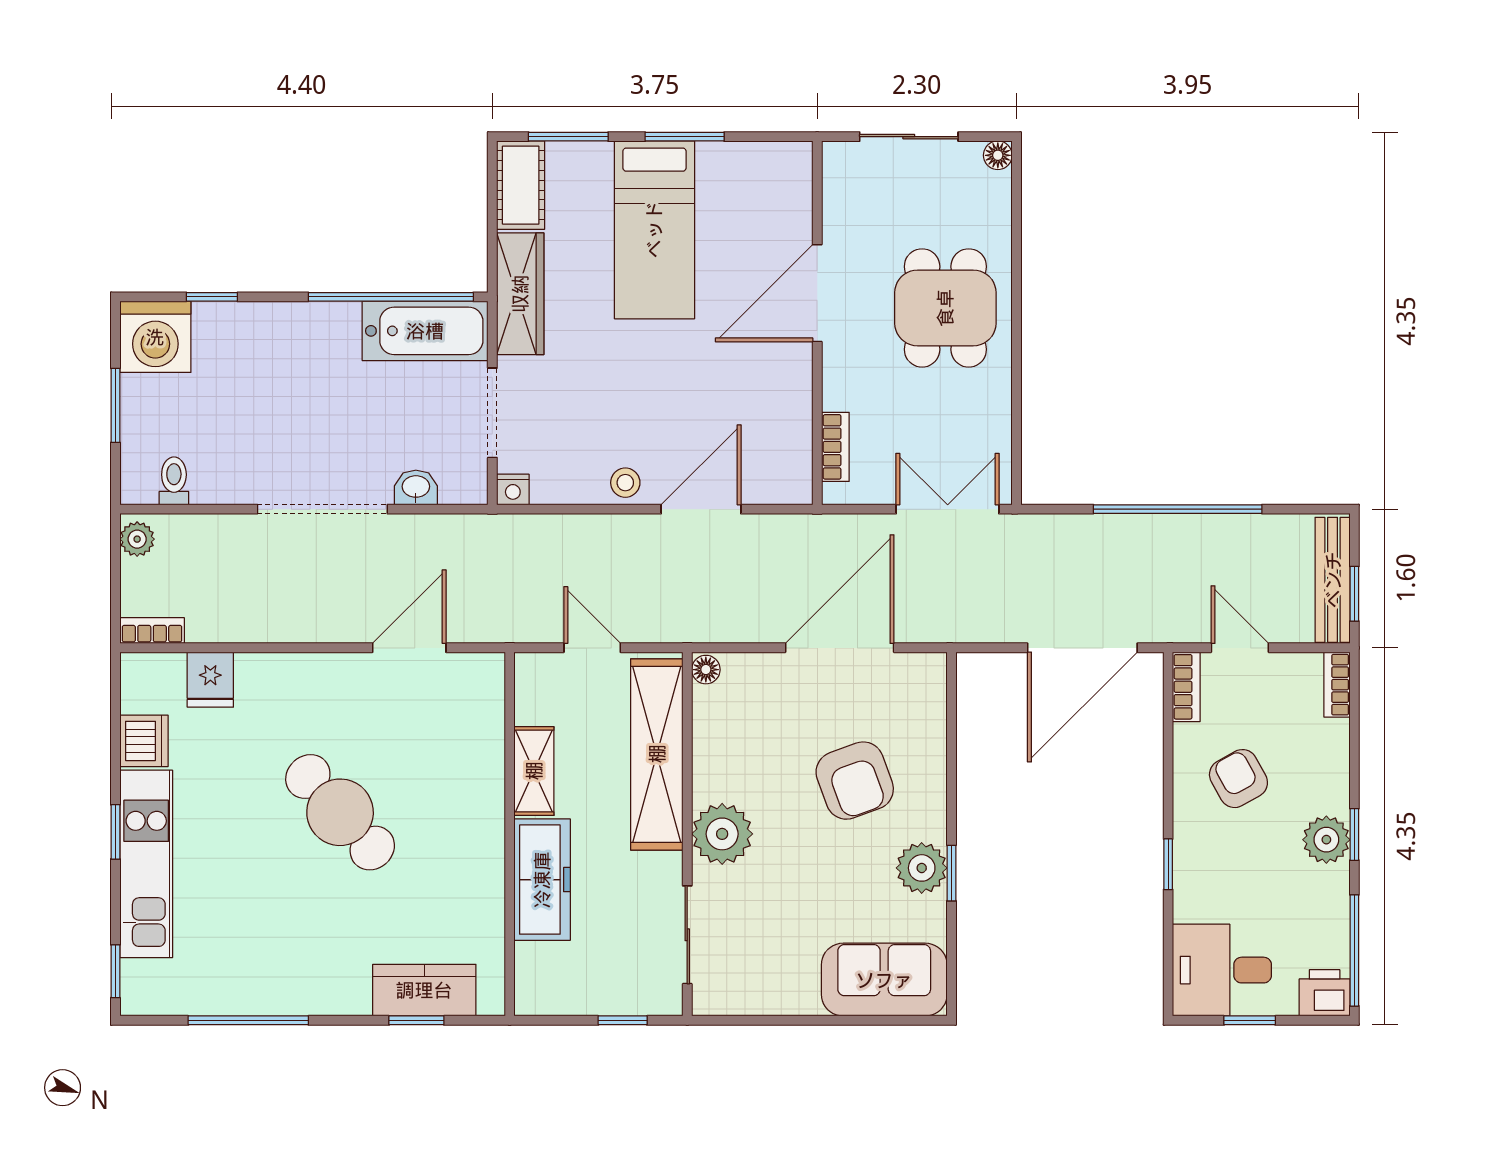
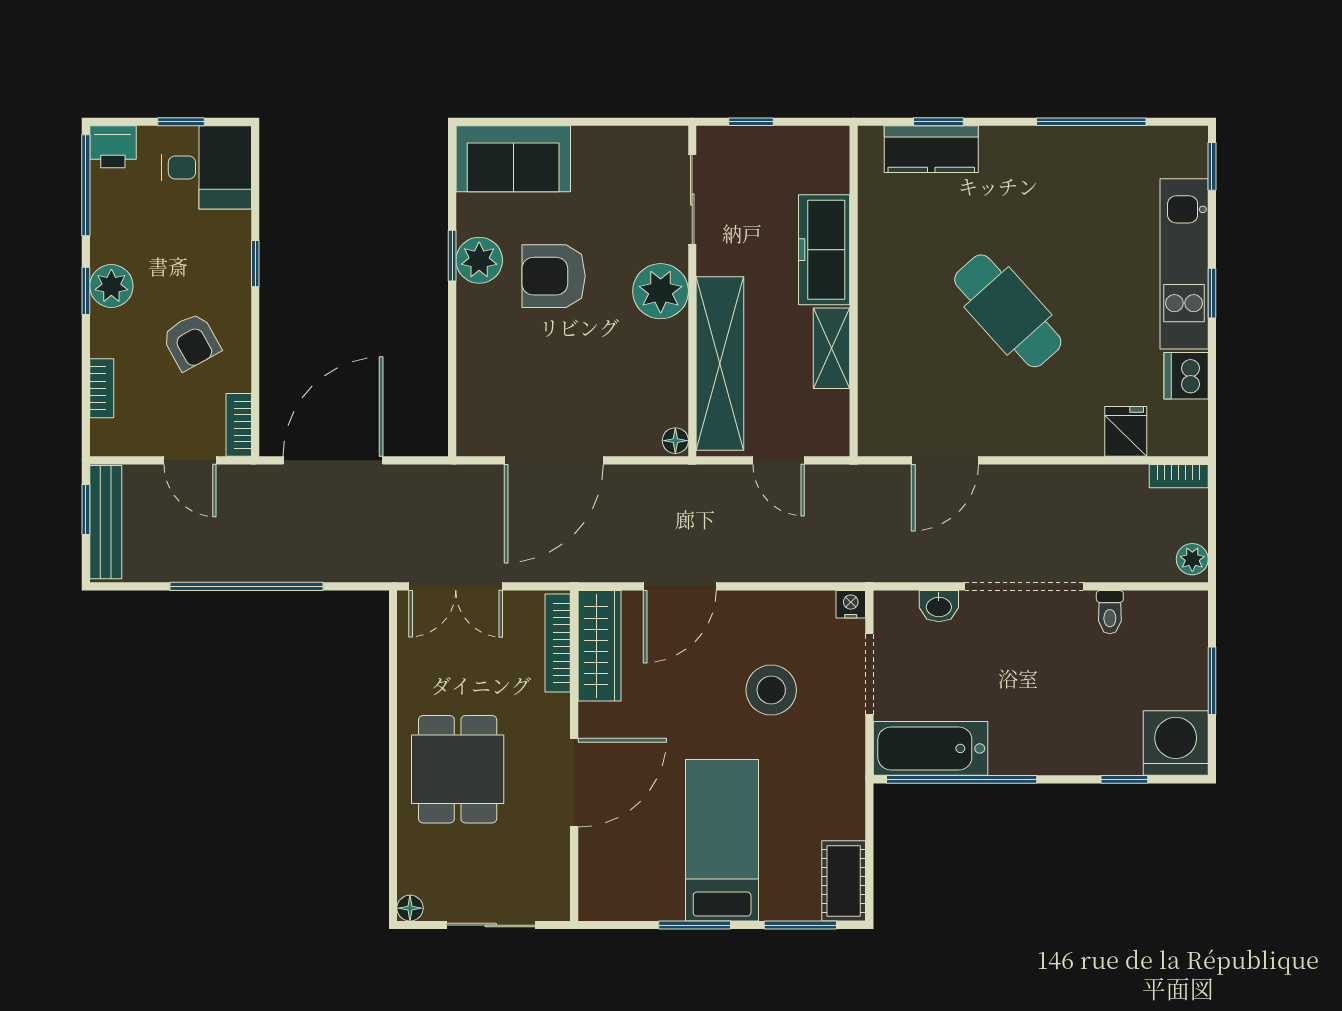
wardrobe: (520, 294) -> (599, 646), moved, turned 180
bookcase: (835, 447) -> (558, 643), width x1.56
toilet: (174, 481) -> (1110, 612), moved
stool: (625, 483) -> (771, 690), moved, width x1.89, depth x1.89
bookcase: (1337, 685) -> (102, 388), moved
armchair: (855, 781) -> (554, 276), moved, turned -70

